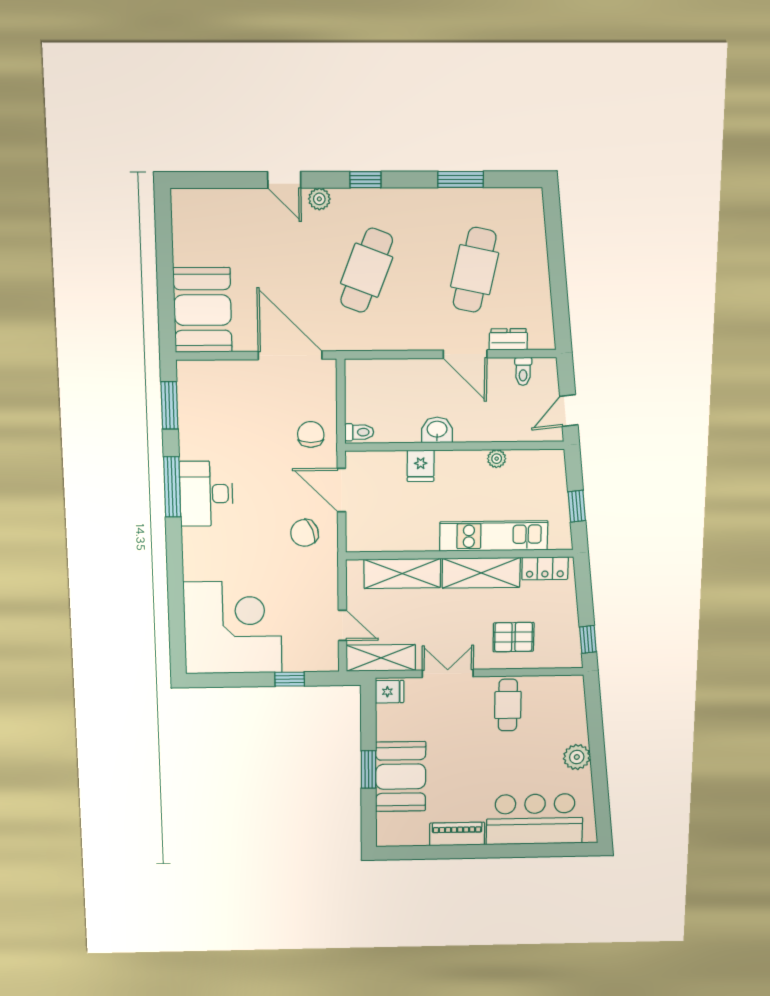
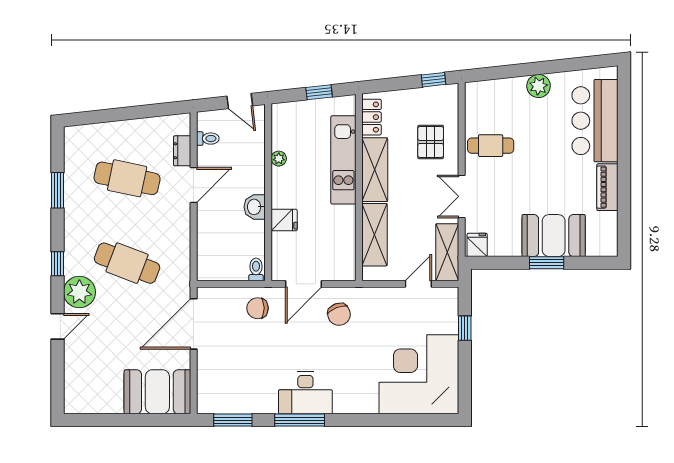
plant: (319, 199) -> (79, 292), width x1.88, depth x1.88

